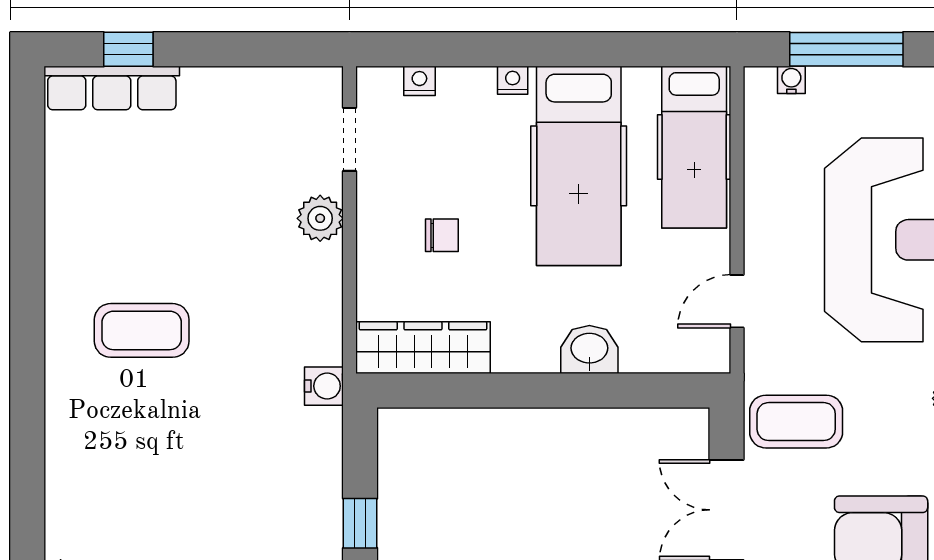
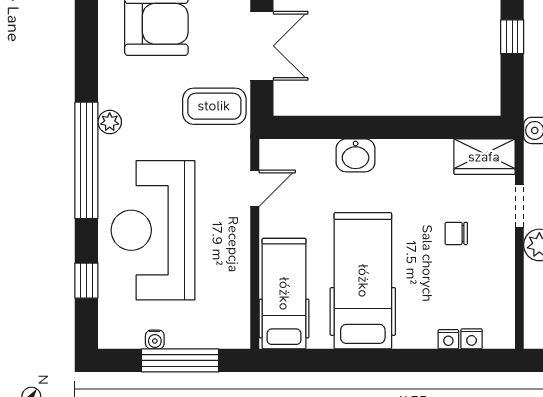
nightstand: (513, 80) -> (448, 339), moved
water cooler: (791, 80) -> (155, 340), moved
doorway: (350, 139) -> (519, 206), moved
wardrobe: (423, 348) -> (484, 157), width x0.67

